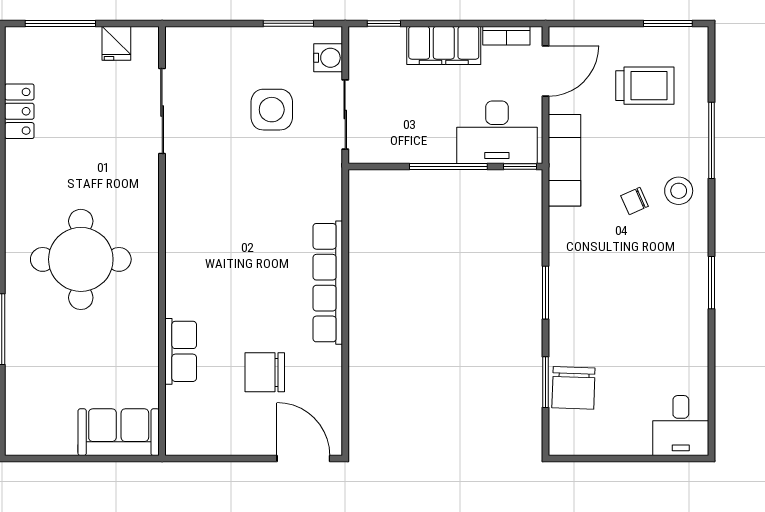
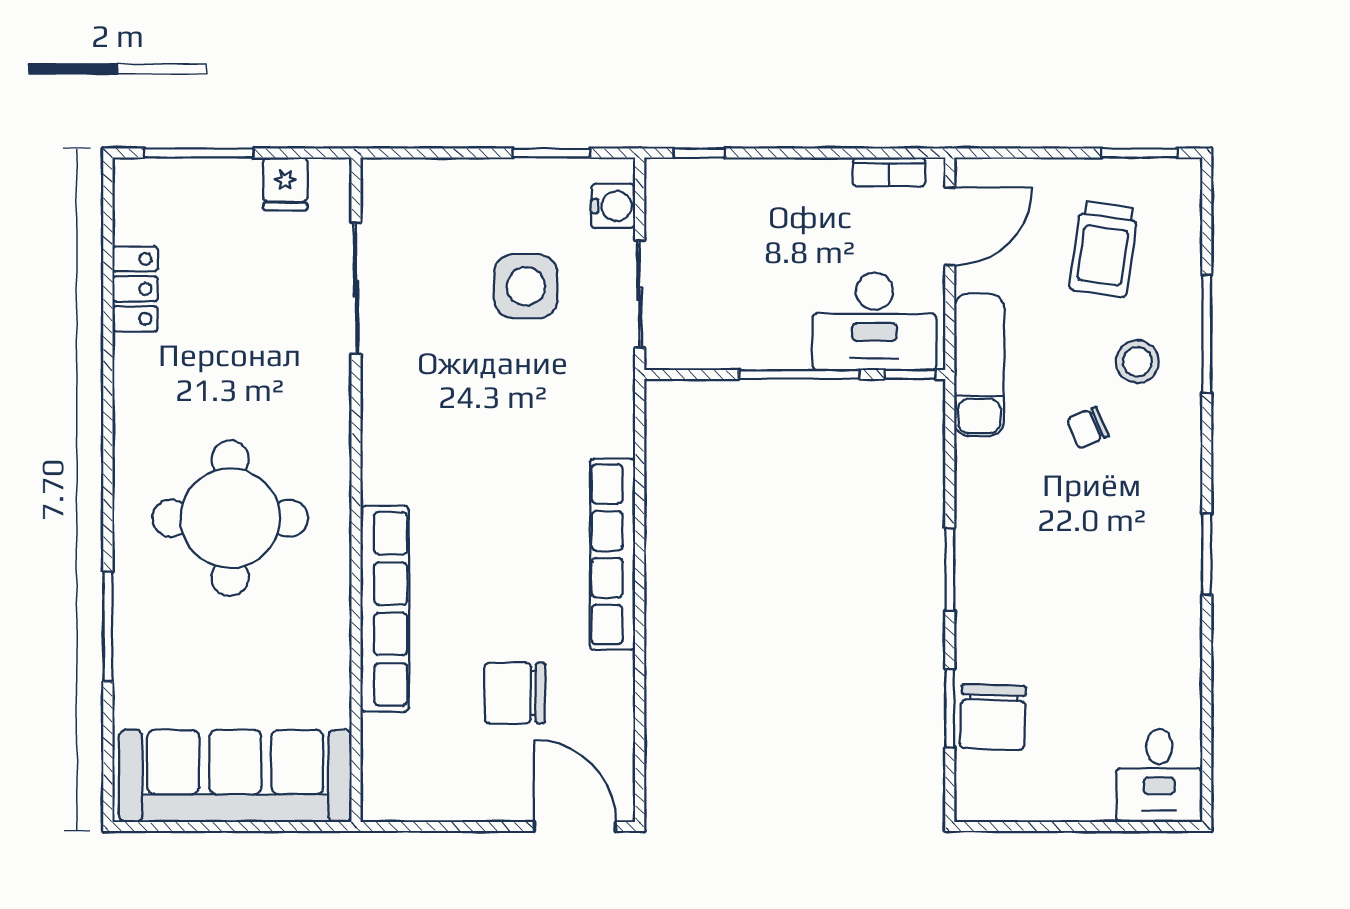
filing cabinet: (444, 45) -> (792, 187), removed
trolley: (645, 86) -> (1104, 249), turned 98
stool: (679, 191) -> (1137, 362), moved
row of seats: (181, 351) -> (385, 609), width x2.02
sofa: (119, 432) -> (235, 776), width x1.85, depth x1.27

